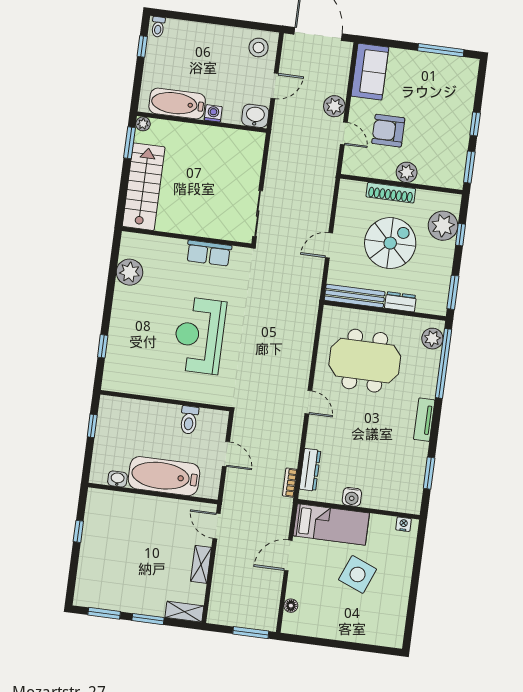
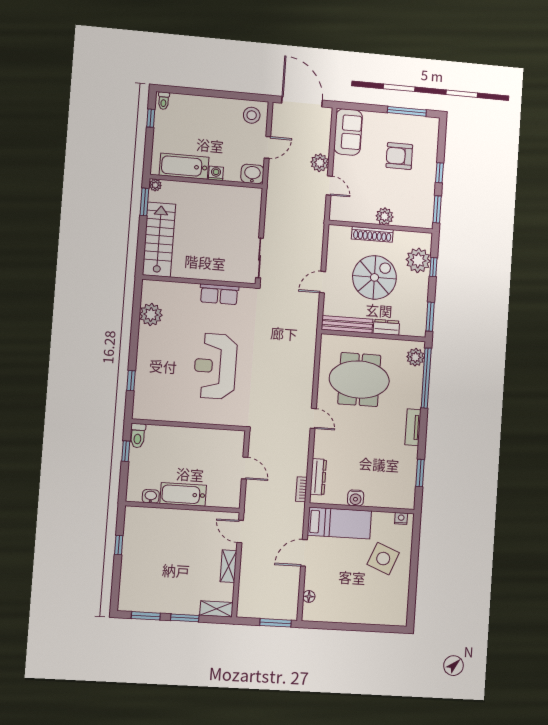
armchair: (388, 131) -> (399, 156), moved
toilet: (189, 420) -> (138, 436), moved
bathtub: (164, 476) -> (183, 494), width x0.73, depth x0.73
side table: (358, 574) -> (383, 559), moved

